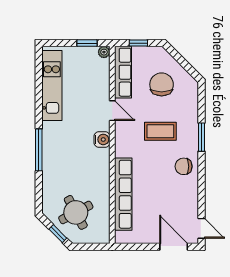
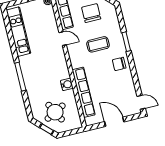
water cooler: (102, 139) -> (67, 84), moved
door: (174, 247) -> (114, 122), moved

